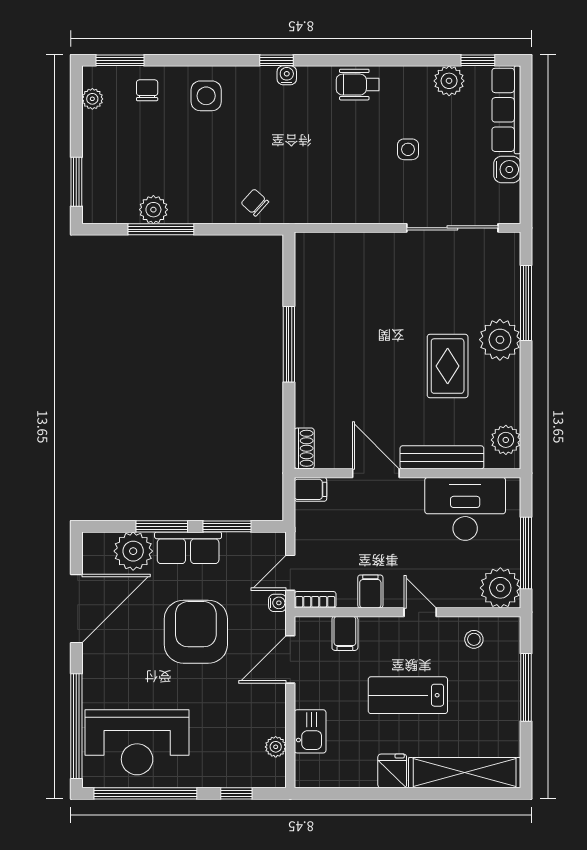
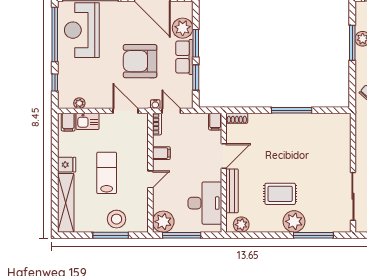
armchair: (196, 632) -> (140, 61), turned 180
filing cabinet: (345, 633) -> (68, 122), moved, turned -90
stool: (474, 639) -> (117, 219), moved, width x1.89, depth x1.89

